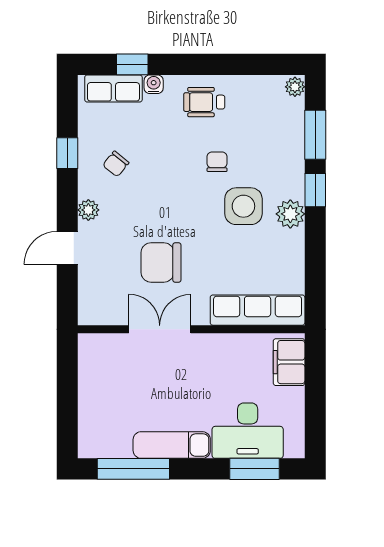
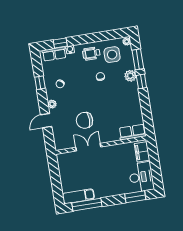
side table: (243, 206) -> (112, 55), moved
plant: (290, 214) -> (130, 76), moved
row of seats: (258, 310) -> (132, 132), width x0.68
desk: (248, 431) -> (141, 177), moved, turned -90
exam couch: (172, 445) -> (78, 196), moved

